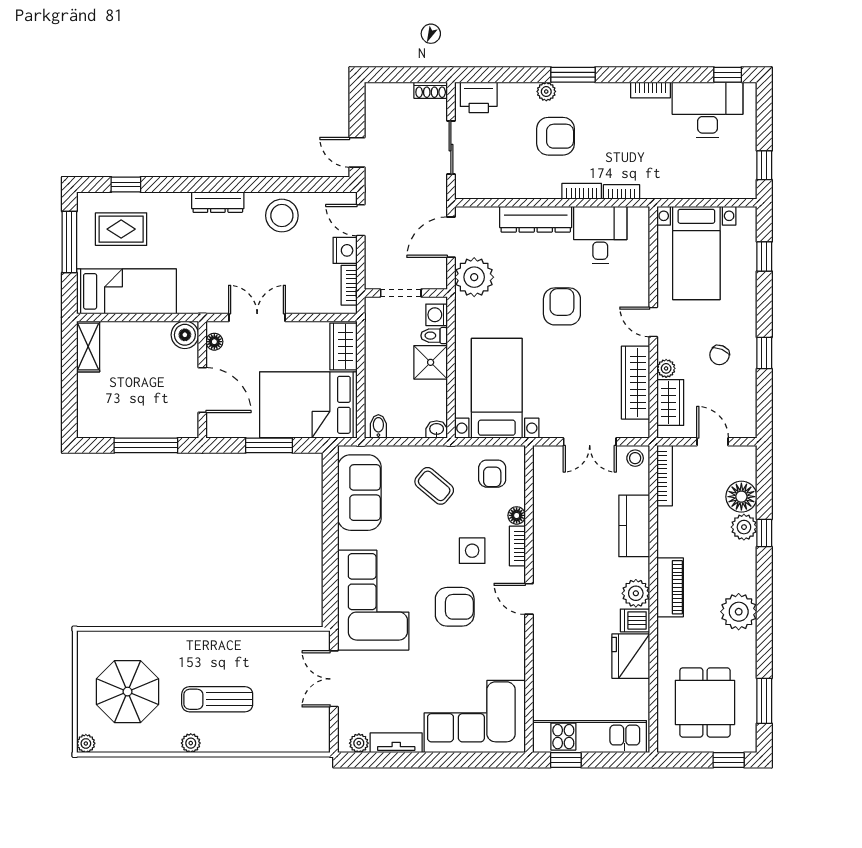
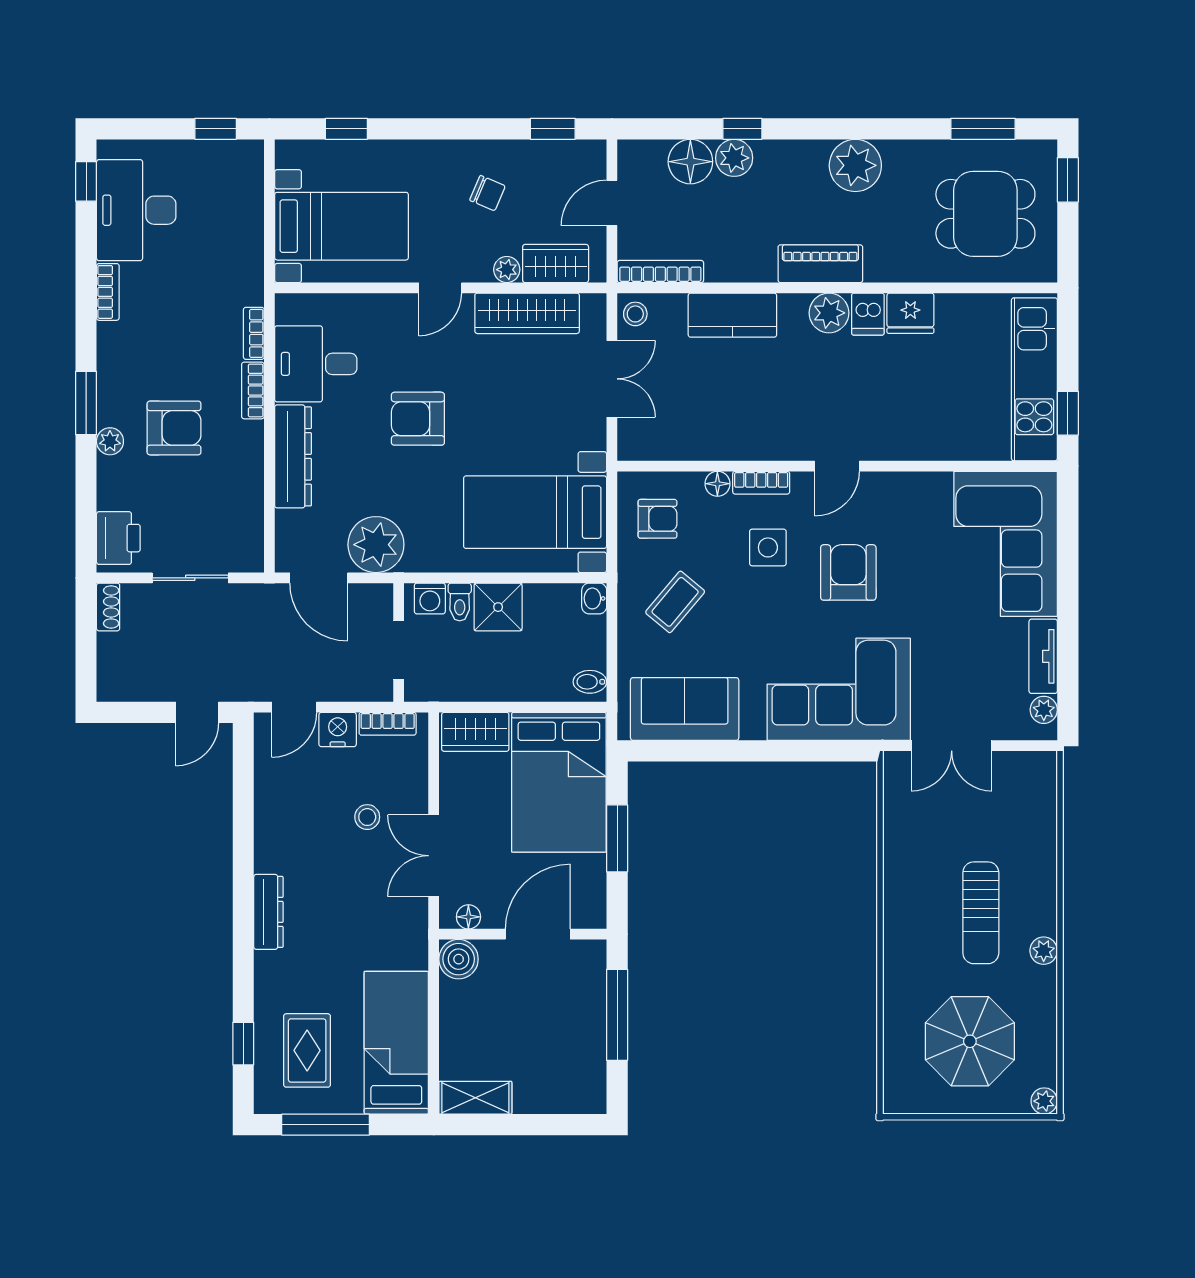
armchair: (556, 136) -> (174, 428), turned 90
stool: (282, 216) -> (367, 817), moved, width x0.53, depth x0.53
window: (764, 353) -> (553, 129), moved
fridge: (631, 656) -> (910, 313), width x0.73, depth x0.75

